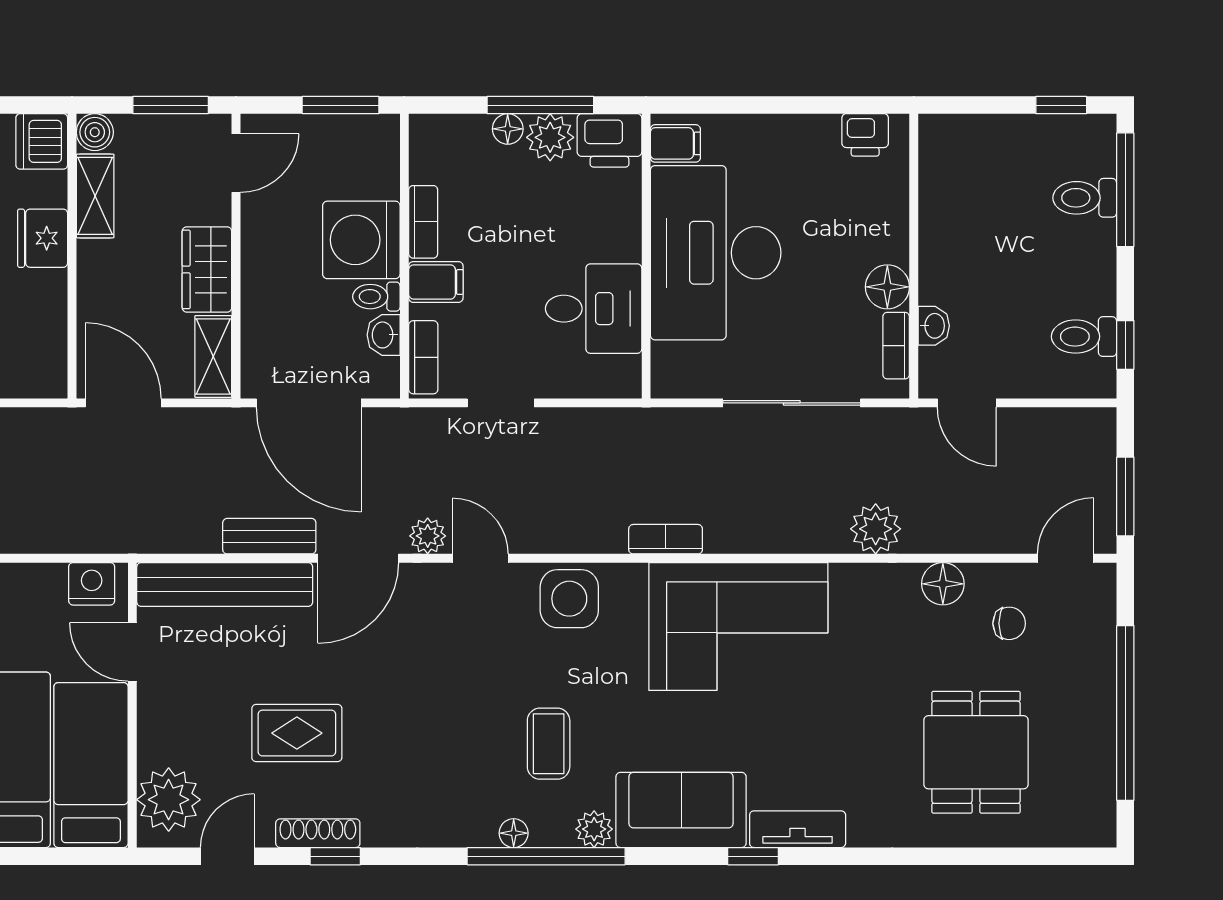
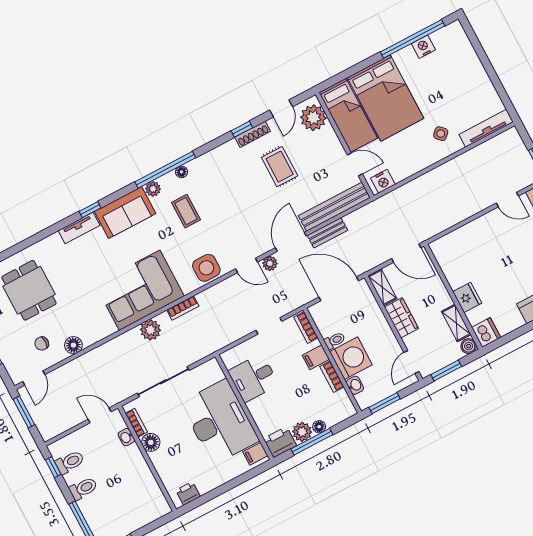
toilet: (1085, 198) -> (83, 488), moved
washbasin: (384, 335) -> (355, 385), moved
plant: (876, 529) -> (150, 330), moved
rug: (297, 733) -> (280, 167), turned 90

